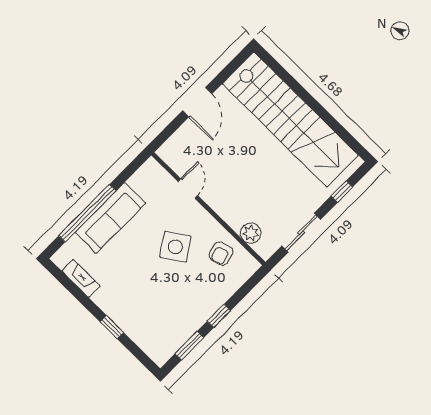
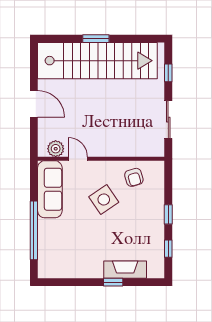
window: (308, 99) -> (96, 39), added
sofa: (110, 218) -> (50, 189), moved
plant: (251, 233) -> (56, 149), moved
fireplace: (81, 278) -> (125, 270), moved, width x1.37, depth x1.32
window: (189, 346) -> (168, 249), width x0.67

